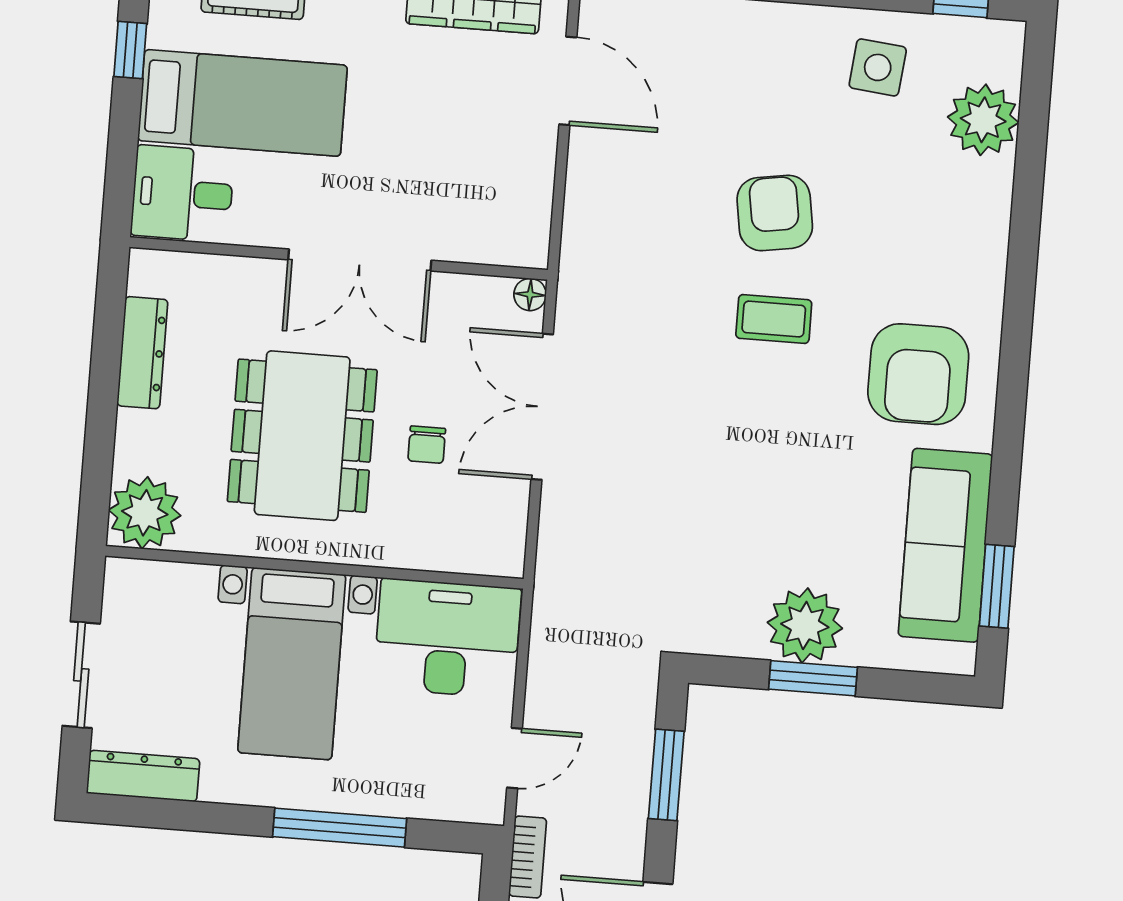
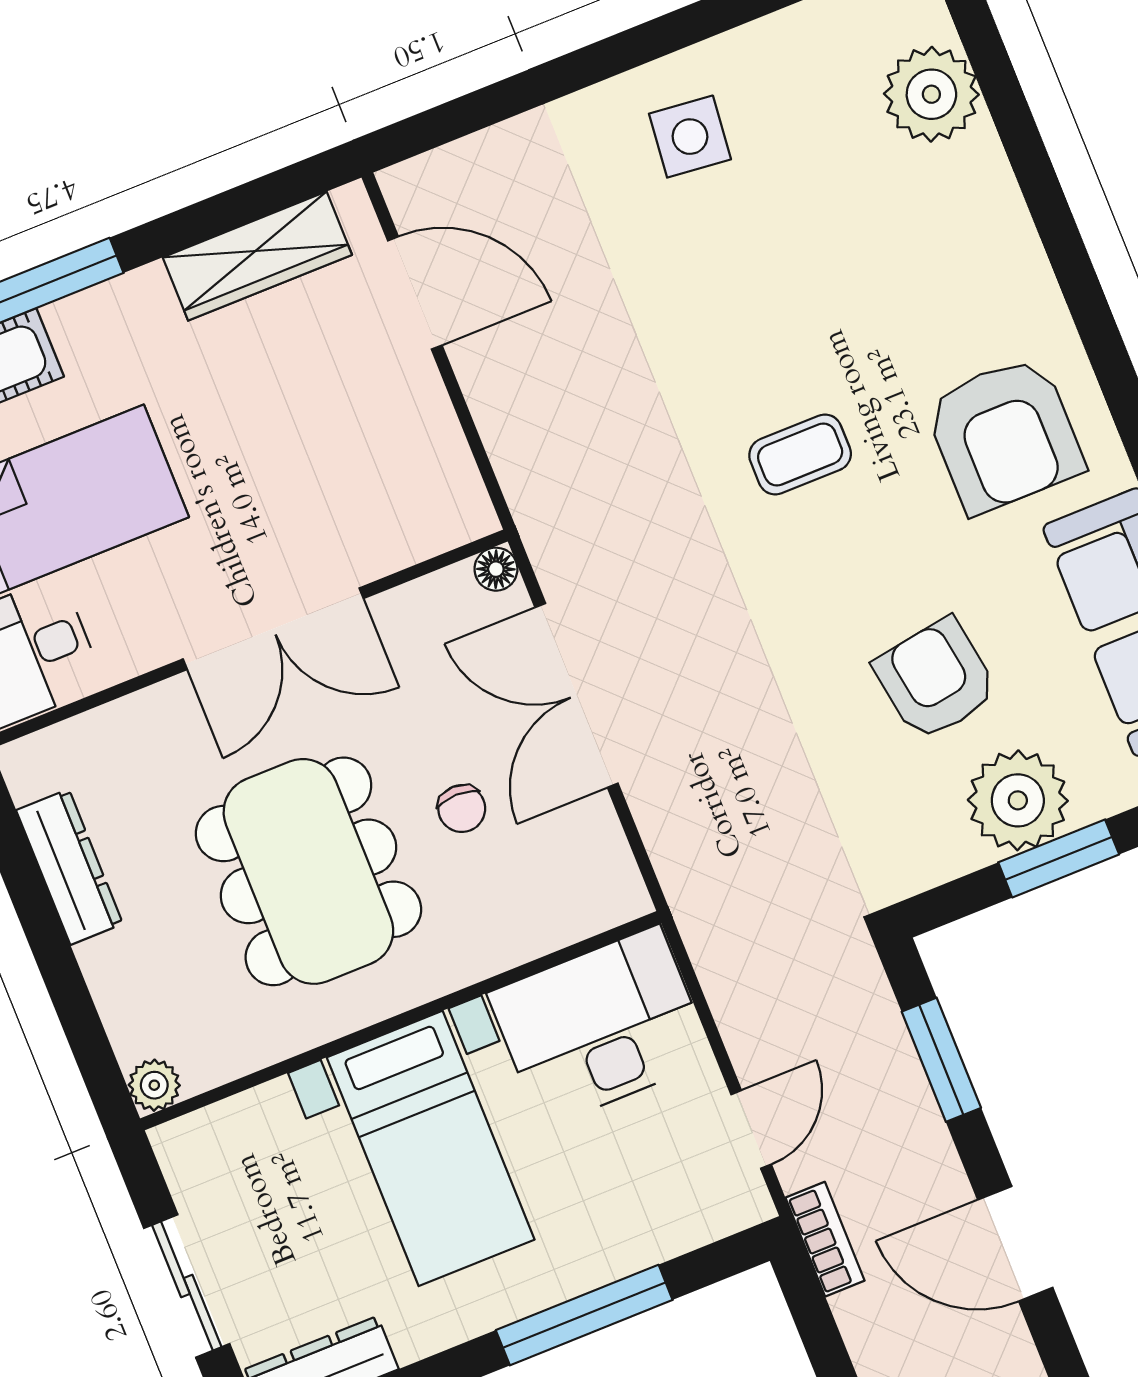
side table: (878, 67) -> (690, 137), moved
armchair: (775, 213) -> (936, 679), moved
plant: (145, 513) -> (154, 1085), width x0.53, depth x0.53

